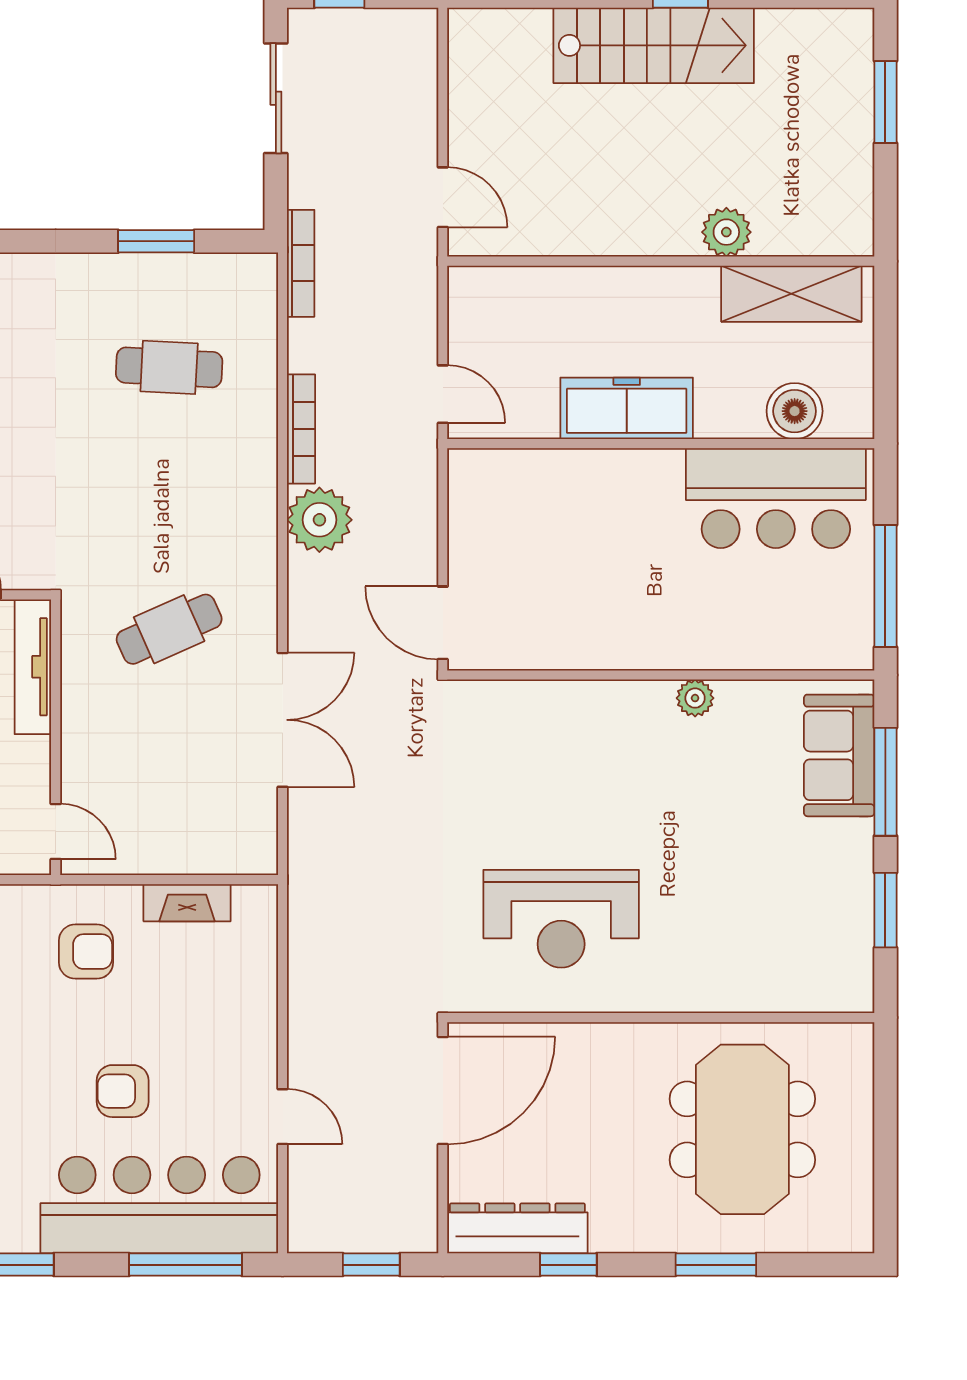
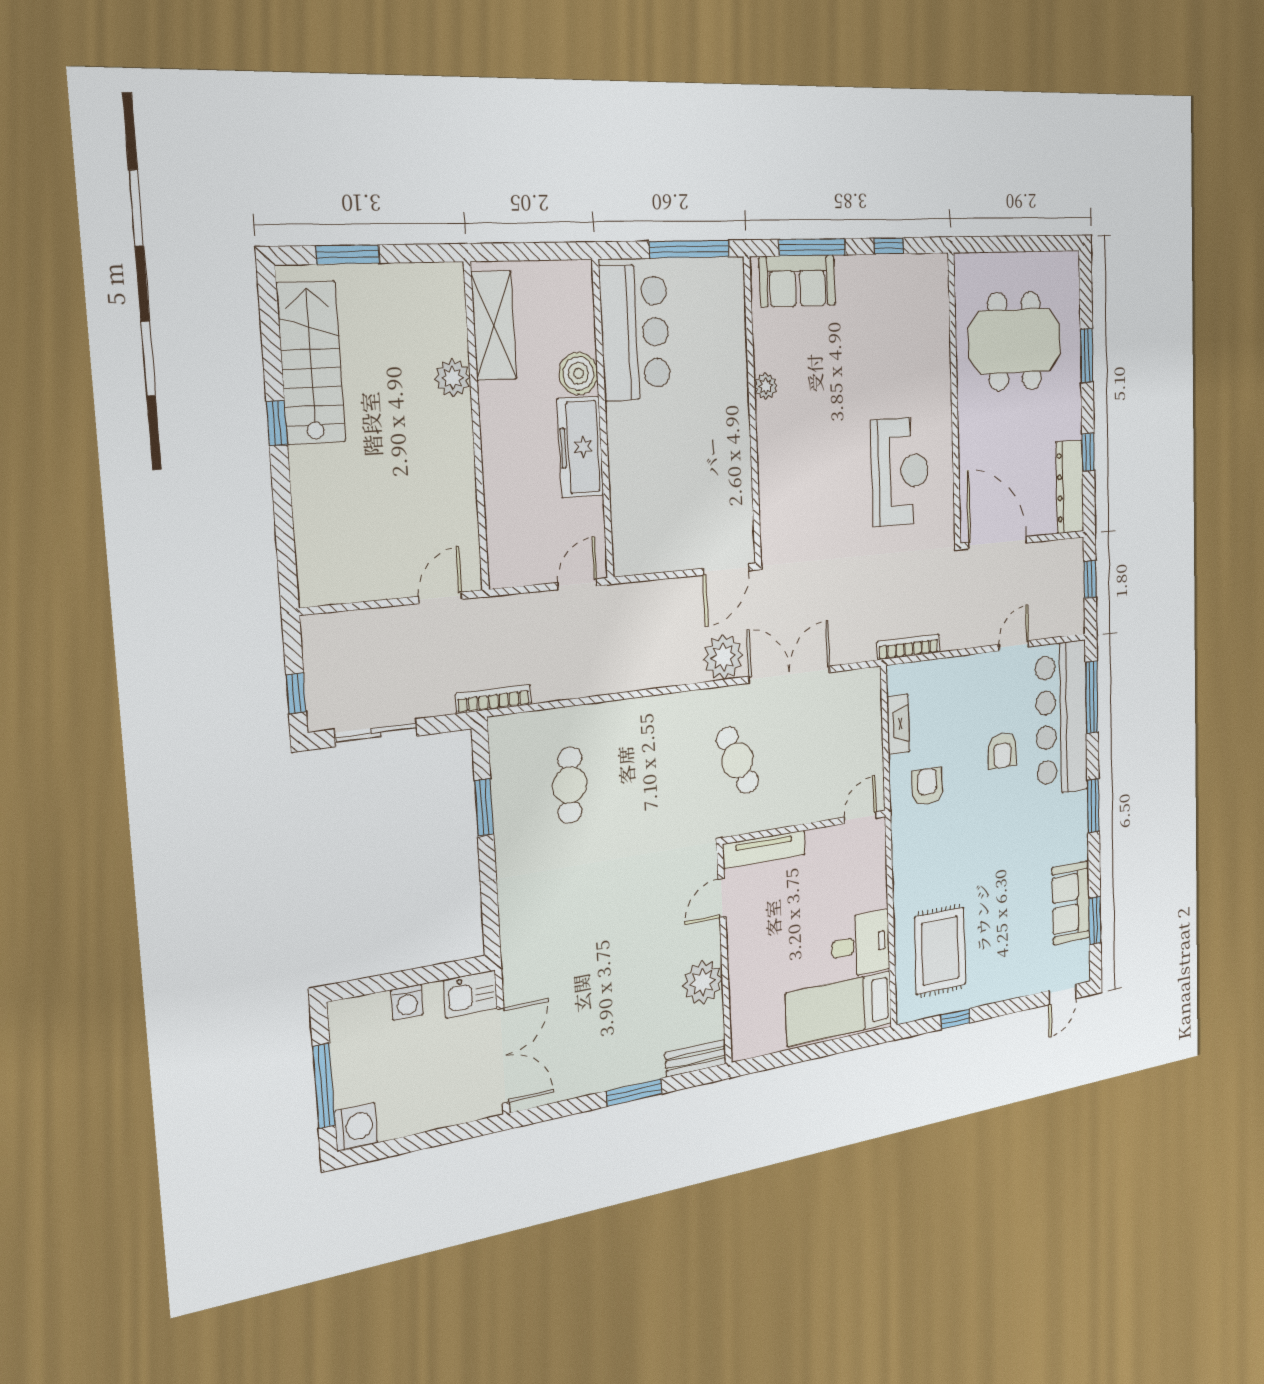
stairs: (654, 45) -> (311, 363), moved
boiler: (795, 411) -> (578, 373), moved
bookcase: (301, 429) -> (909, 647), moved
plant: (319, 520) -> (723, 657), moved
window: (885, 910) -> (889, 246), width x0.67

